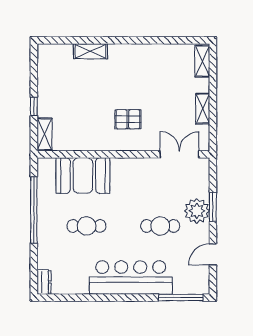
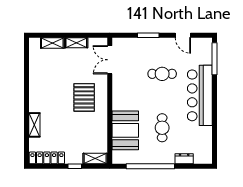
shelving: (202, 61) -> (52, 43), moved
locker: (45, 68) -> (47, 158), added
pallet: (128, 119) -> (84, 97), width x1.50, depth x1.42
plant: (197, 211) -> (151, 47), removed
cafe table: (160, 226) -> (162, 74), turned 90
dresser: (44, 282) -> (184, 159), moved

